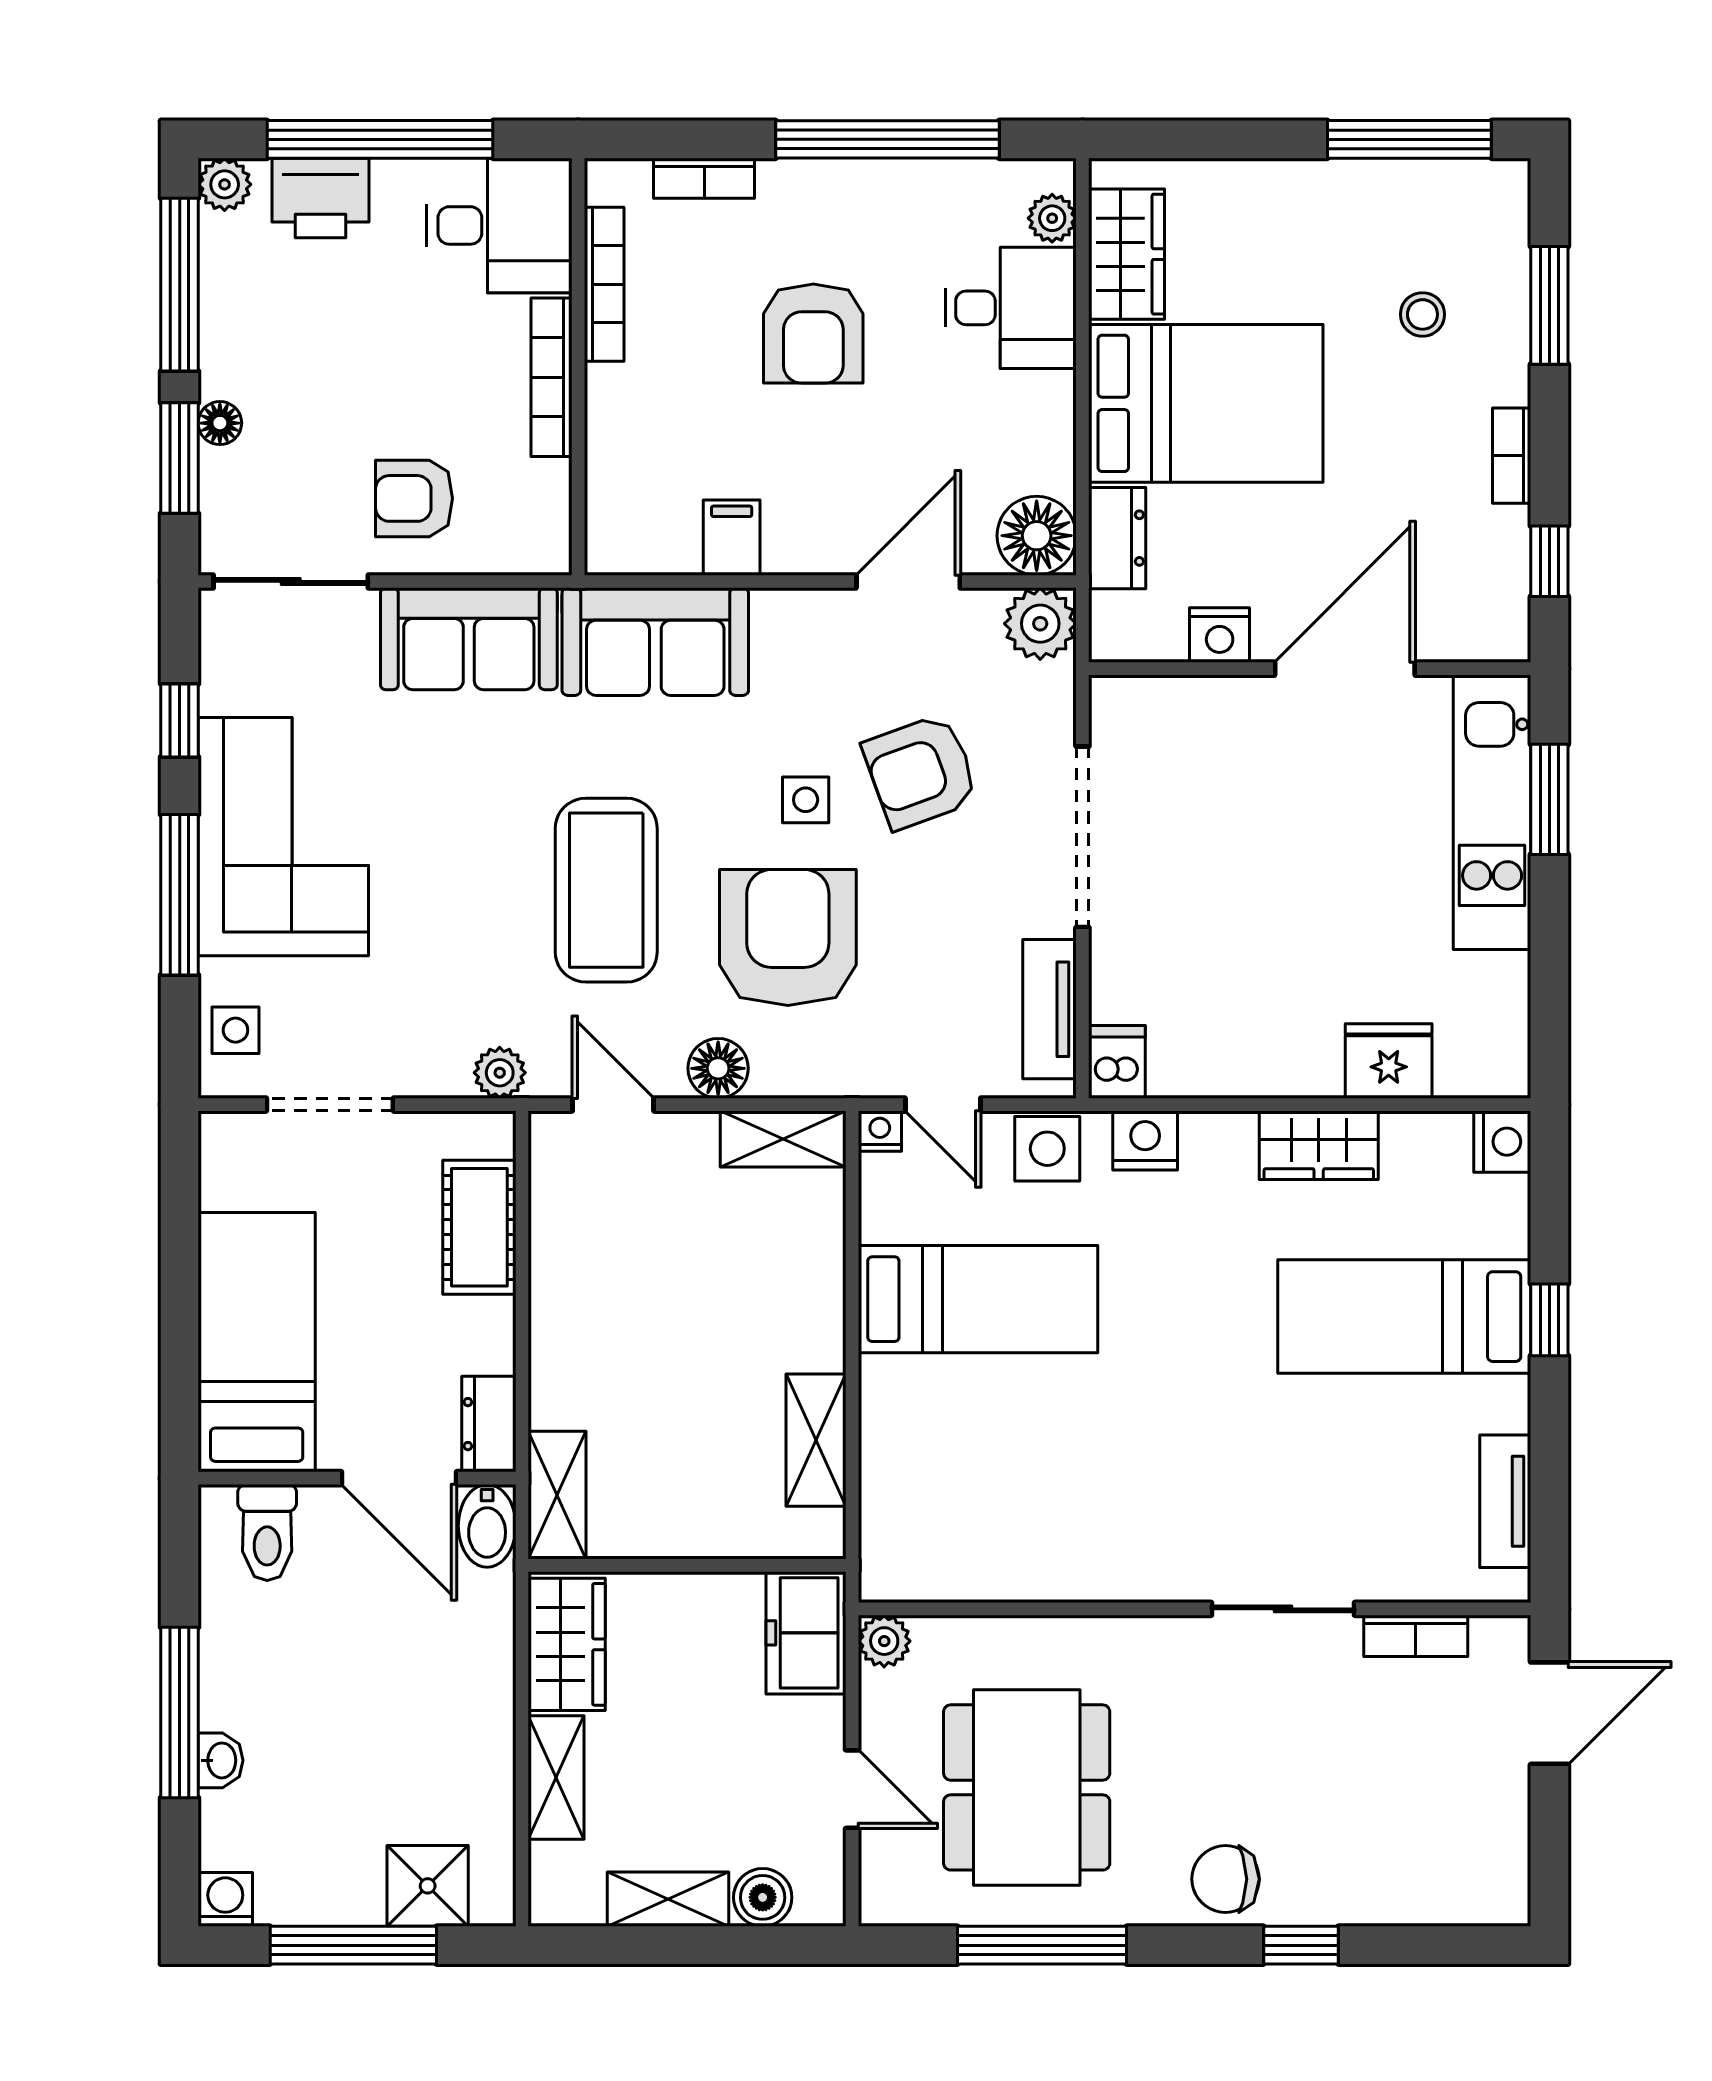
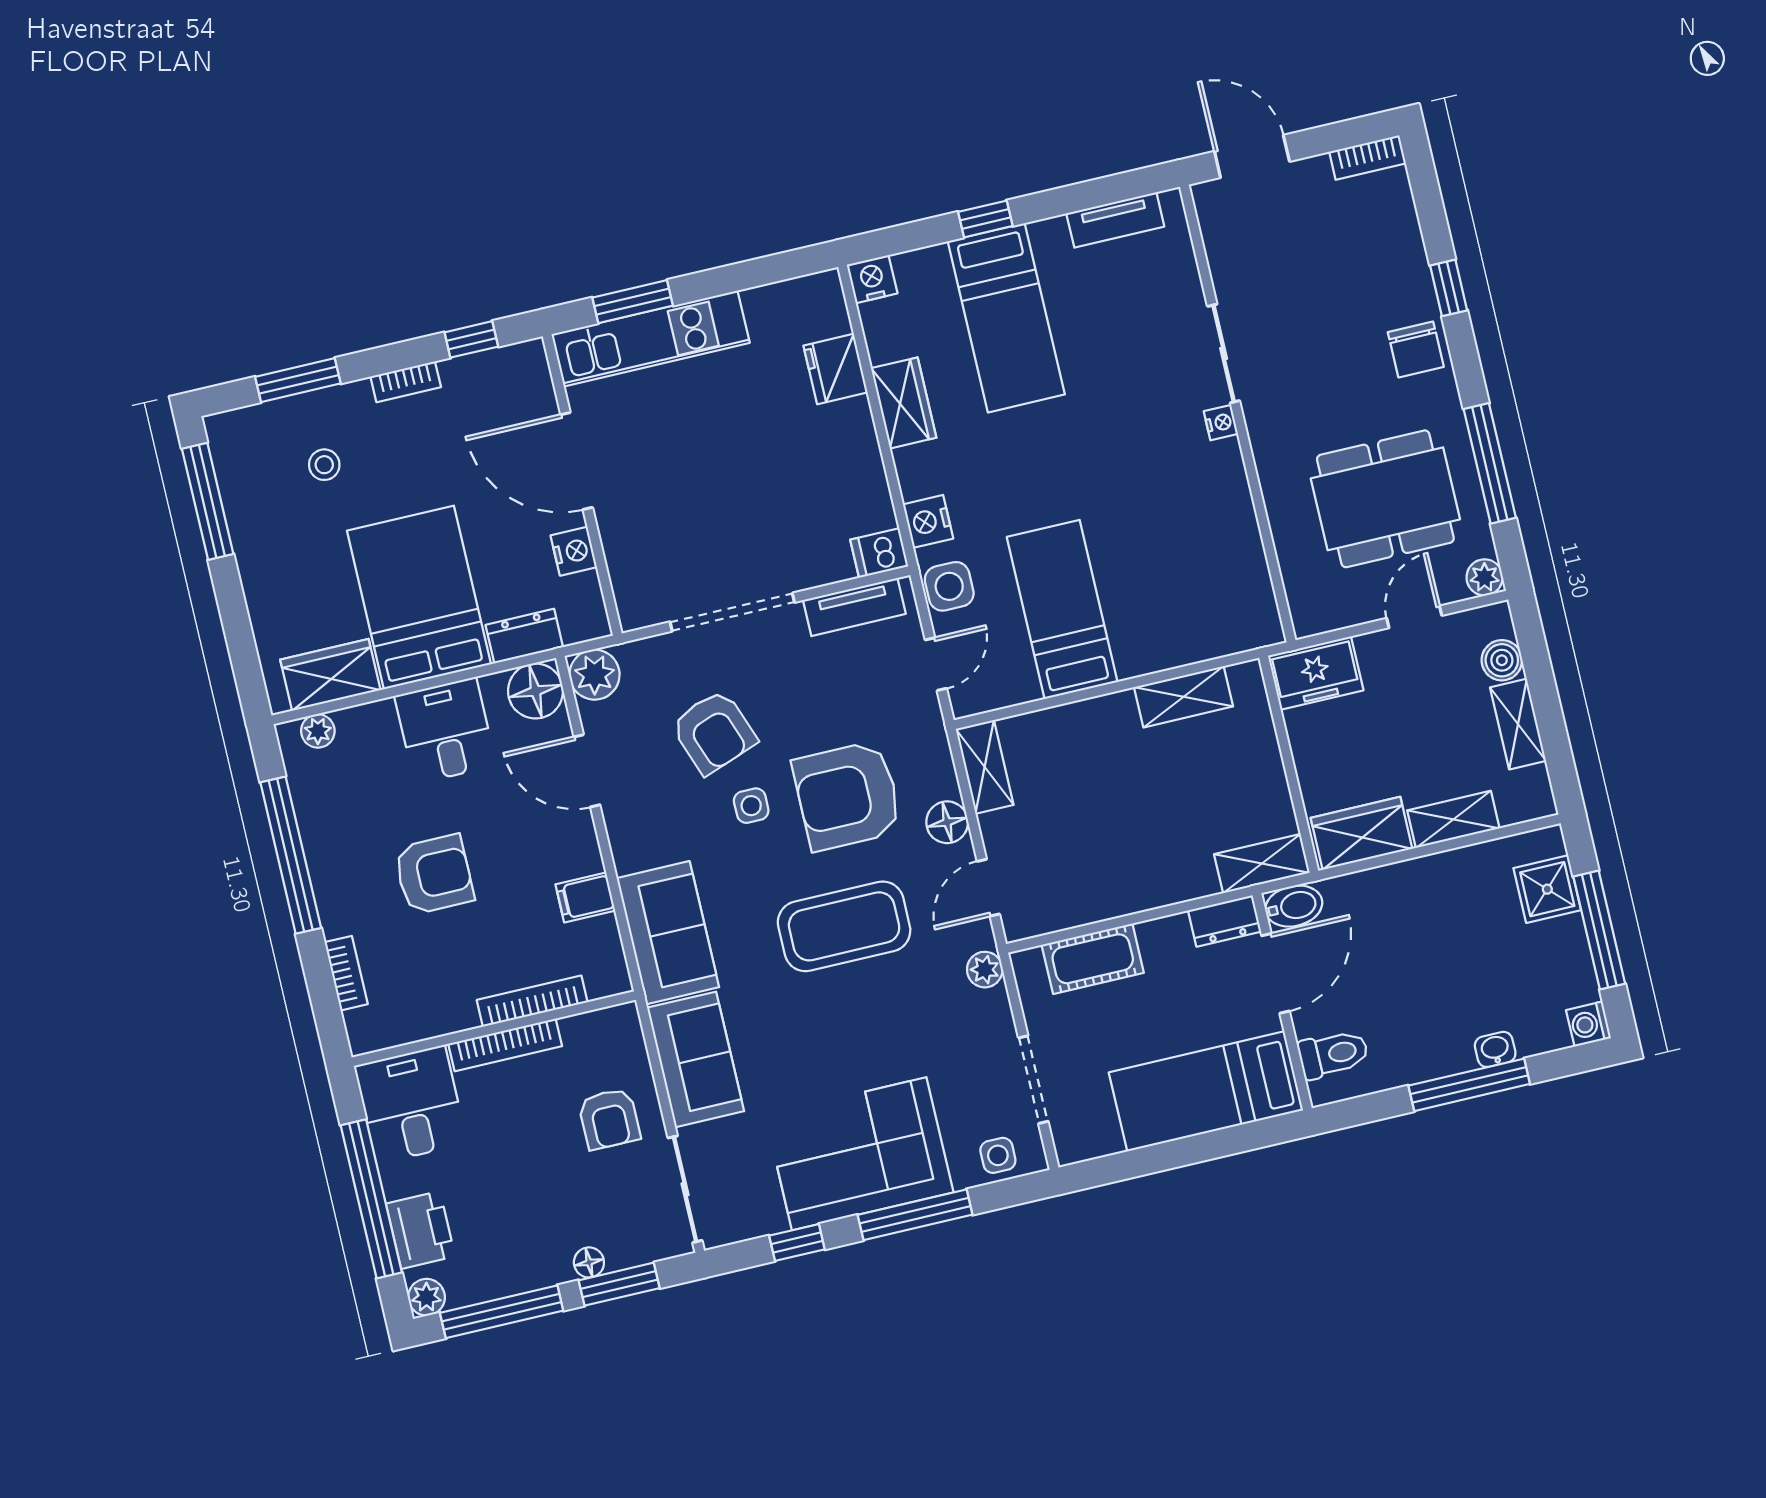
bookcase: (604, 284) -> (532, 1001), moved
desk: (1011, 308) -> (445, 731), moved
nightstand: (880, 1131) -> (1221, 423), moved, turned 180
bookcase: (1416, 1636) -> (1368, 157), moved, turned 90
plant: (884, 1641) -> (1485, 577), moved

